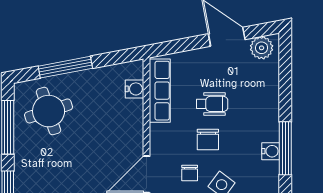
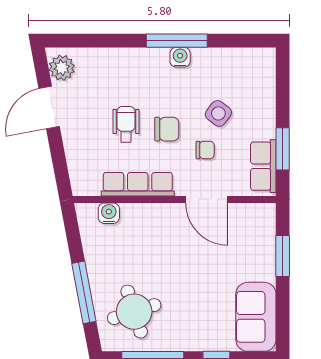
row of seats: (160, 91) -> (138, 184), moved

